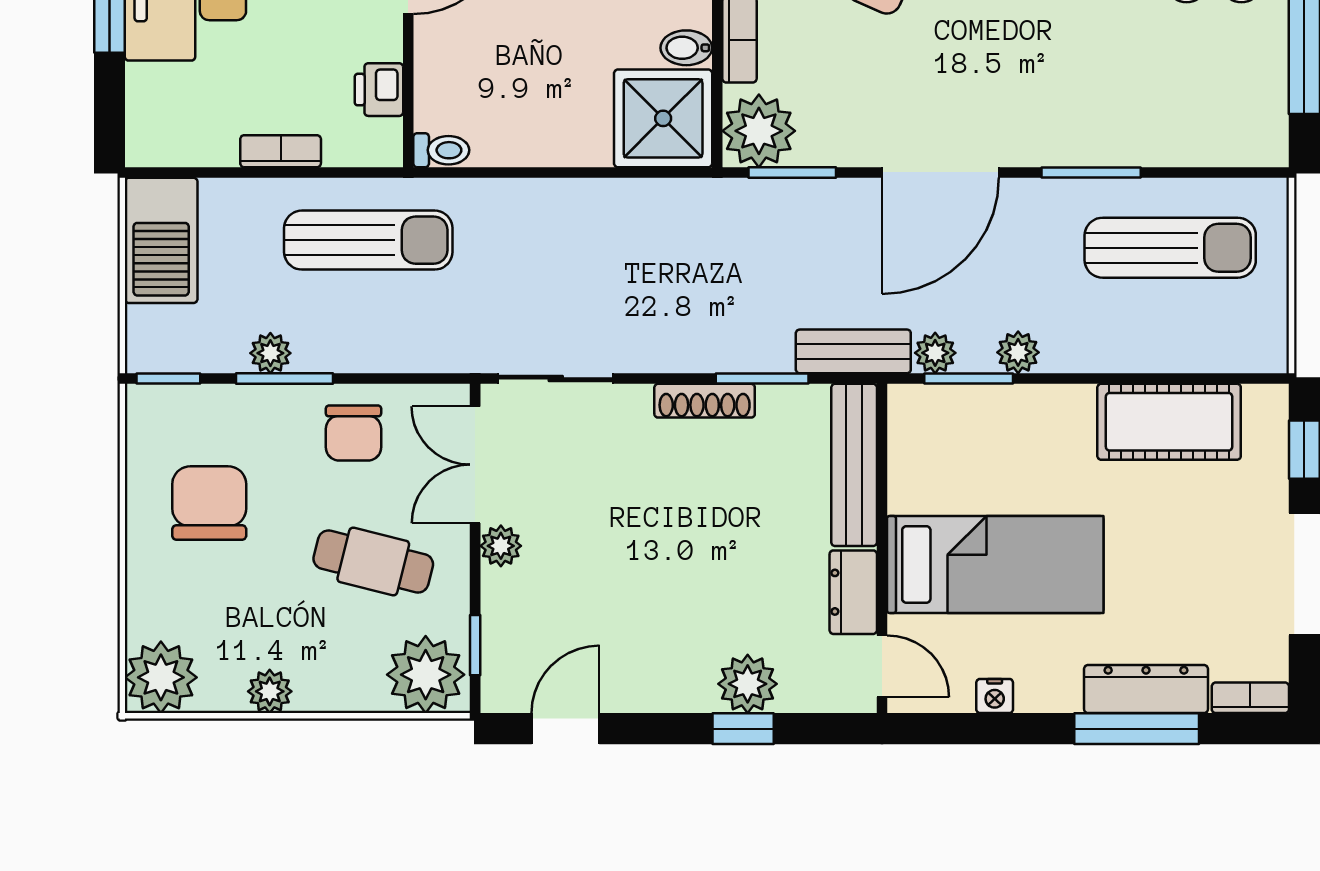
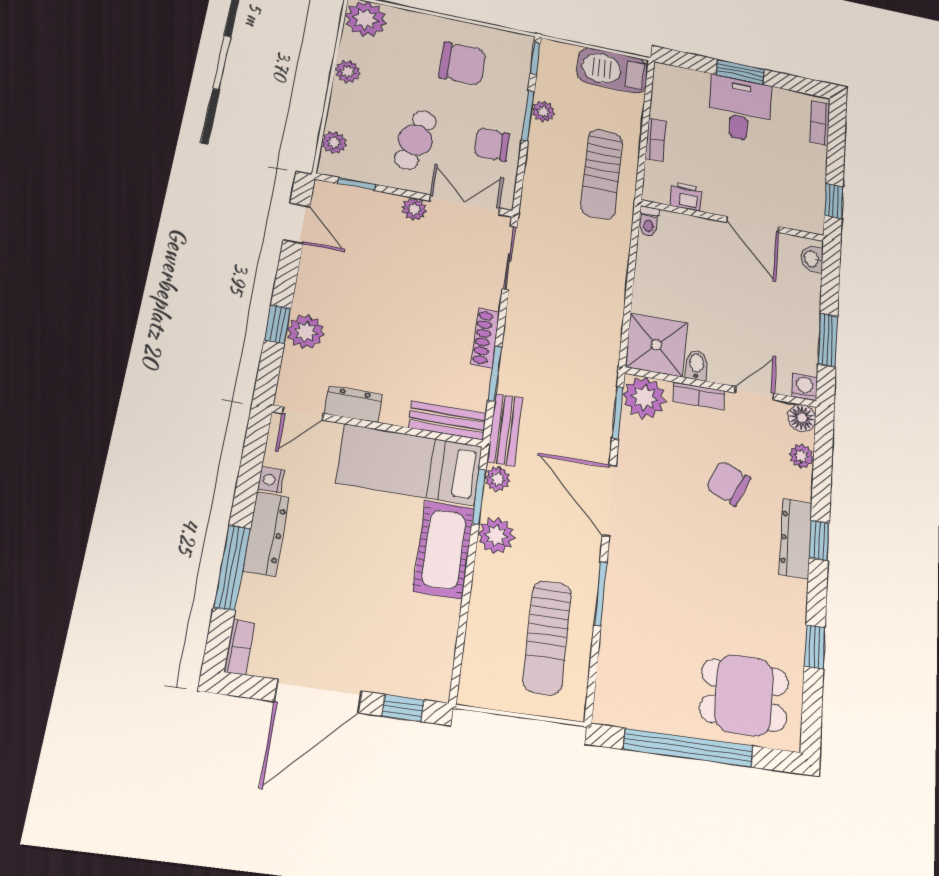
plant: (1018, 352) -> (496, 536), width x1.38, depth x1.38
cot: (1169, 422) -> (444, 550), moved
bench: (854, 465) -> (448, 421), width x0.73
bed: (995, 564) -> (410, 465), moved, turned 90
plant: (426, 675) -> (334, 143), width x0.53, depth x0.53
dresser: (1146, 689) -> (266, 534), moved

